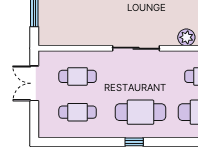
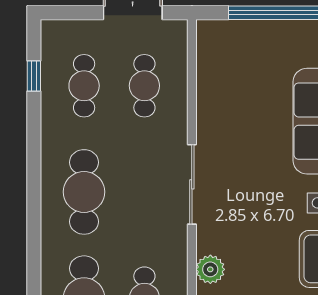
window: (134, 142) -> (34, 76), moved

